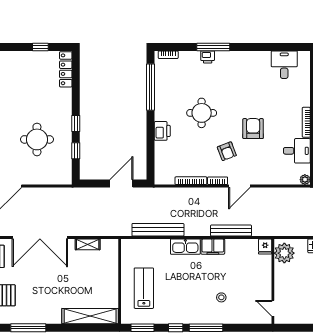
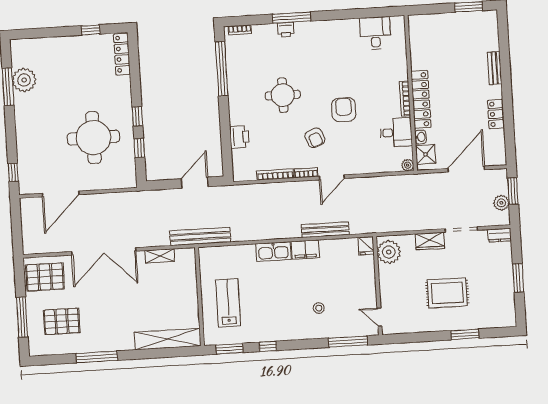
printer: (162, 131) -> (239, 137), moved
round table: (37, 139) -> (93, 138), width x1.36, depth x1.36
bench: (158, 230) -> (200, 236), moved
window: (206, 328) -> (348, 342), moved

